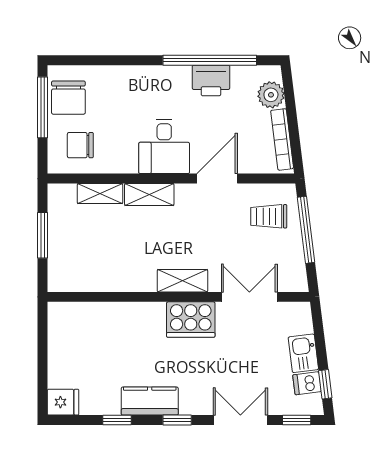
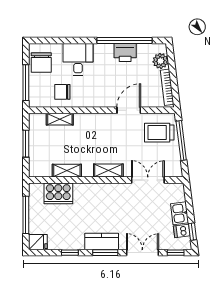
window: (42, 107) -> (26, 83), moved
chair: (80, 145) -> (62, 92), moved
desk: (164, 146) -> (78, 59), moved, turned 180
shelving: (149, 194) -> (67, 171), moved
trolley: (269, 216) -> (159, 133), width x1.36, depth x1.39
cooker: (191, 320) -> (58, 193), moved
window: (42, 356) -> (26, 215), added
kitchen counter: (150, 401) -> (102, 241), moved
window: (177, 420) -> (105, 253), width x1.50

